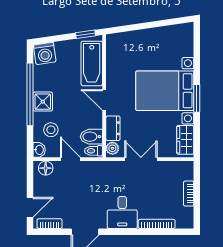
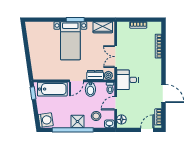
bed with nightstands: (165, 91) -> (70, 41), width x0.73
bidet: (91, 137) -> (90, 89), moved
door: (30, 207) -> (147, 130), hinge flipped
desk: (122, 212) -> (127, 80), moved, turned 180

